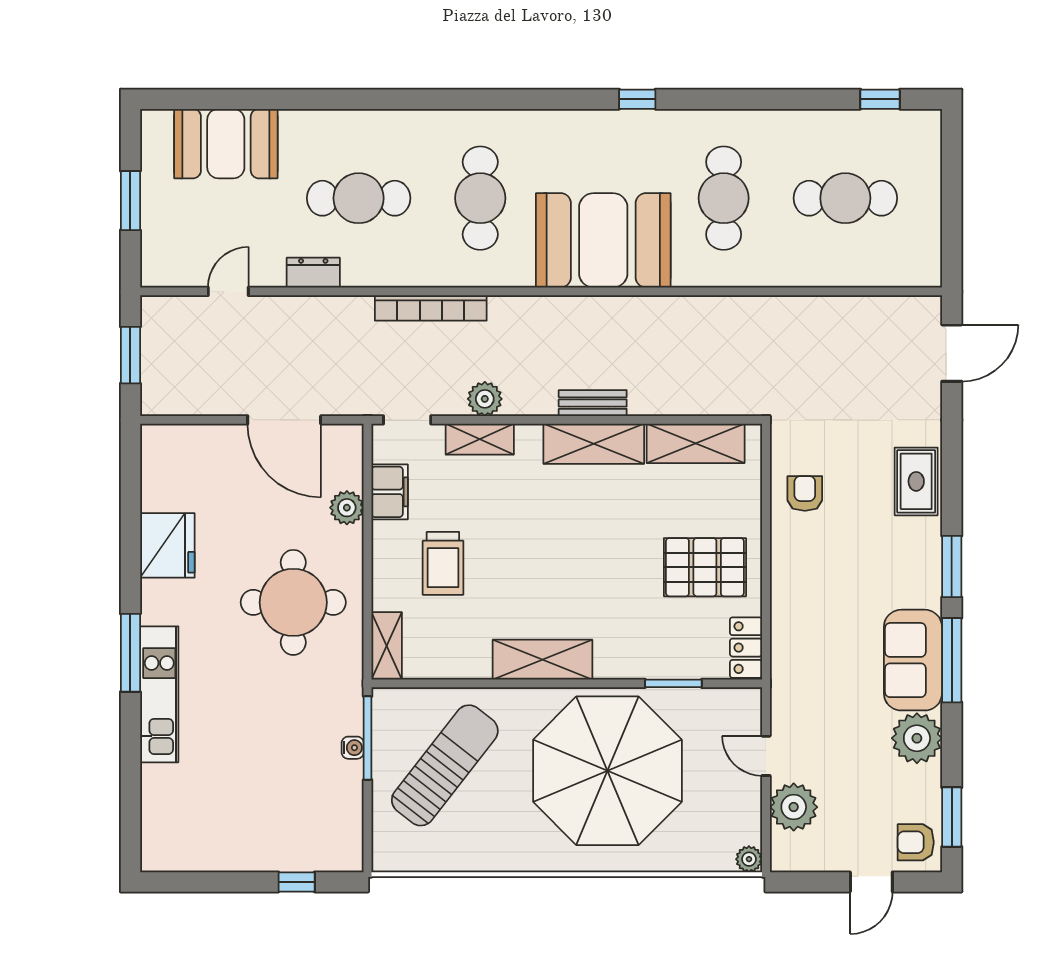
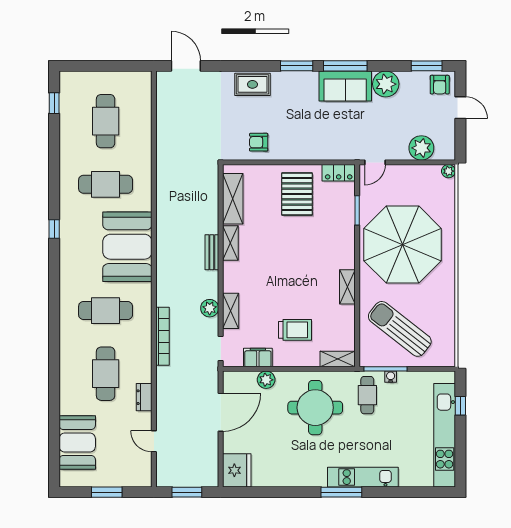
shelving: (594, 444) -> (230, 243), width x0.67, depth x0.75
fridge: (167, 545) -> (237, 470), moved, turned 90
shelving: (542, 660) -> (347, 287), width x0.67, depth x0.75
cafe table: (317, 703) -> (367, 395), added
door: (766, 756) -> (375, 162), moved
kitchen unit: (240, 852) -> (445, 435), added

